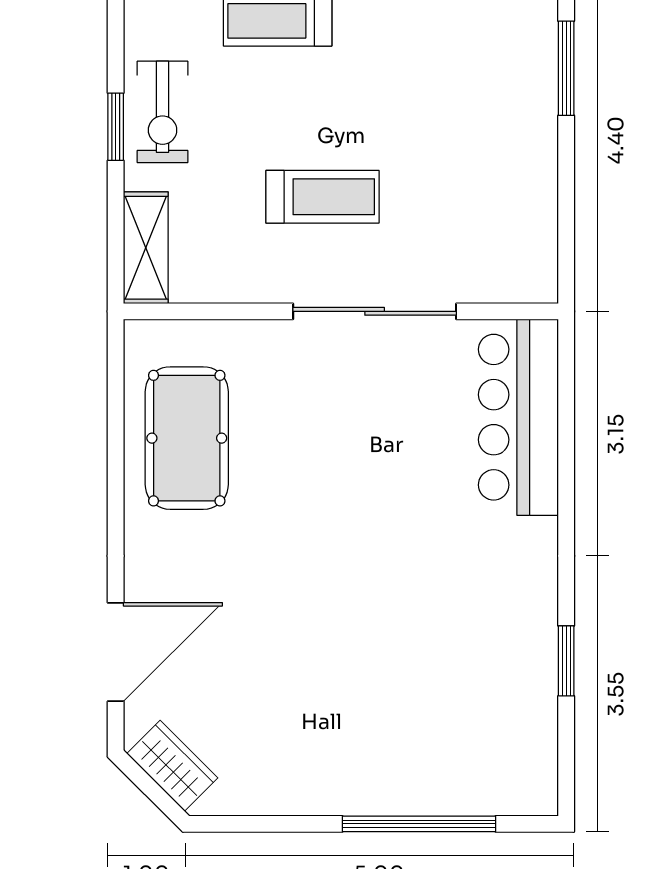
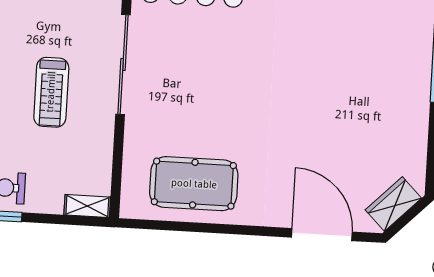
treadmill: (322, 197) -> (51, 92), turned 180
shelving: (146, 248) -> (87, 206), width x0.67, depth x0.75

